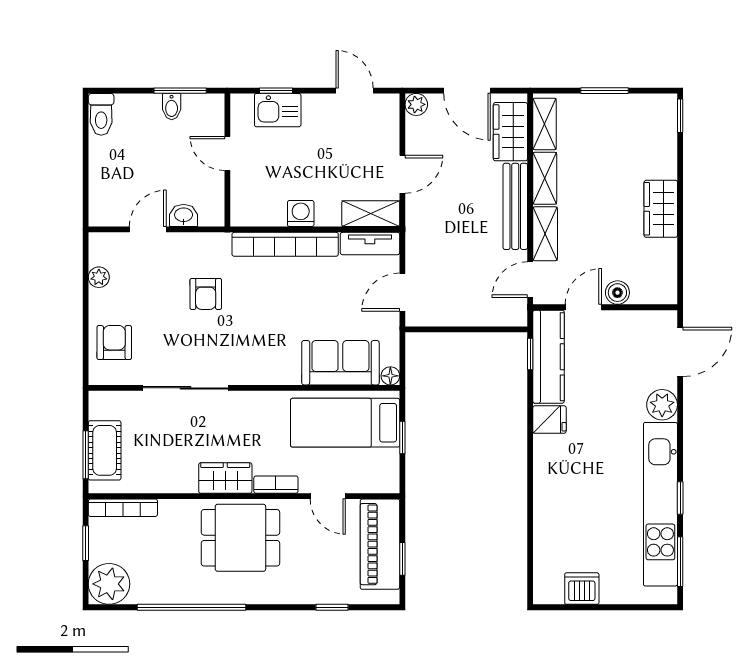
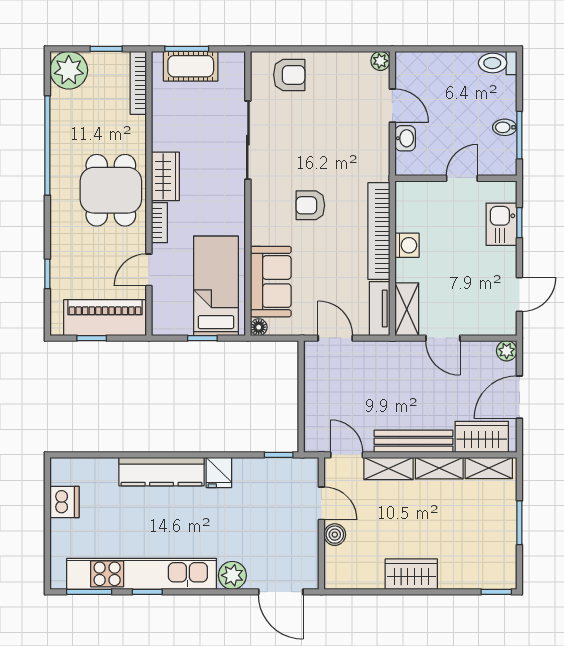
plant: (99, 277) -> (380, 61), moved
armchair: (206, 294) -> (310, 205), moved
kitchen counter: (548, 357) -> (162, 472), moved

